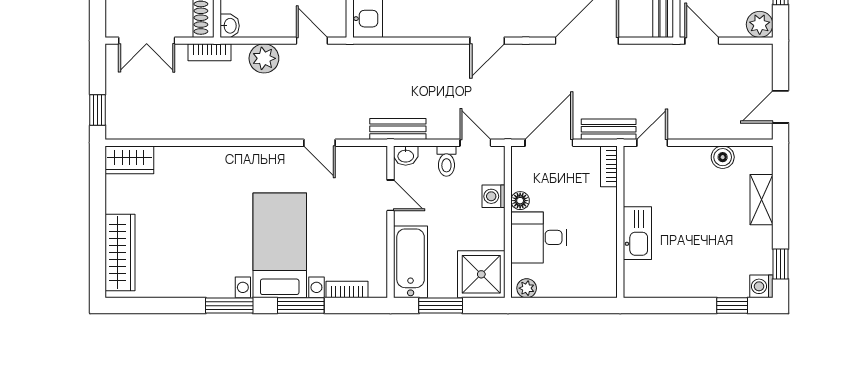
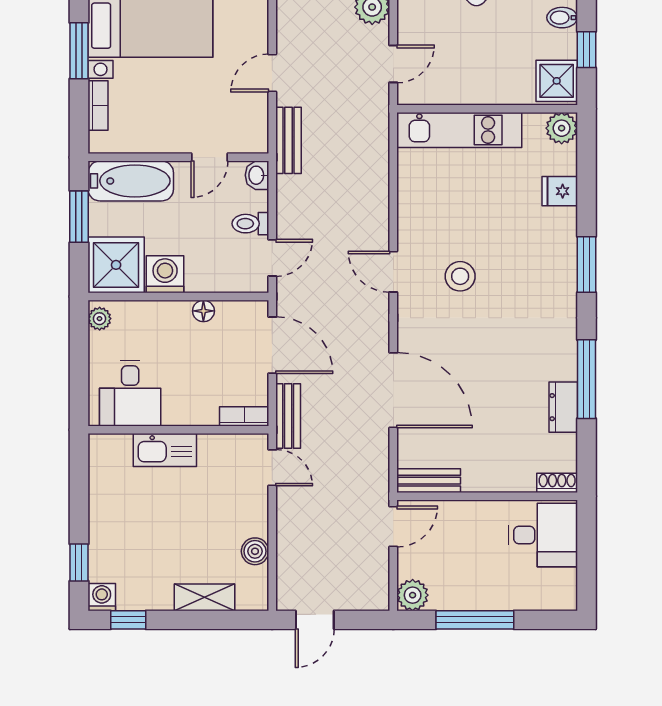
door: (780, 107) -> (315, 620), swing flipped
bench: (398, 129) -> (288, 140), moved
washing machine: (494, 196) -> (165, 274), moved, width x1.38, depth x1.38
desk: (539, 237) -> (130, 393), moved, turned 180

